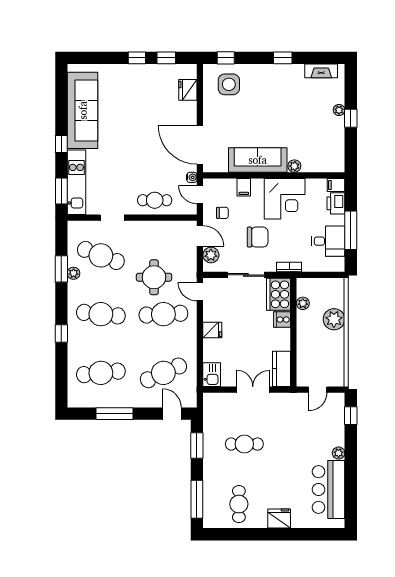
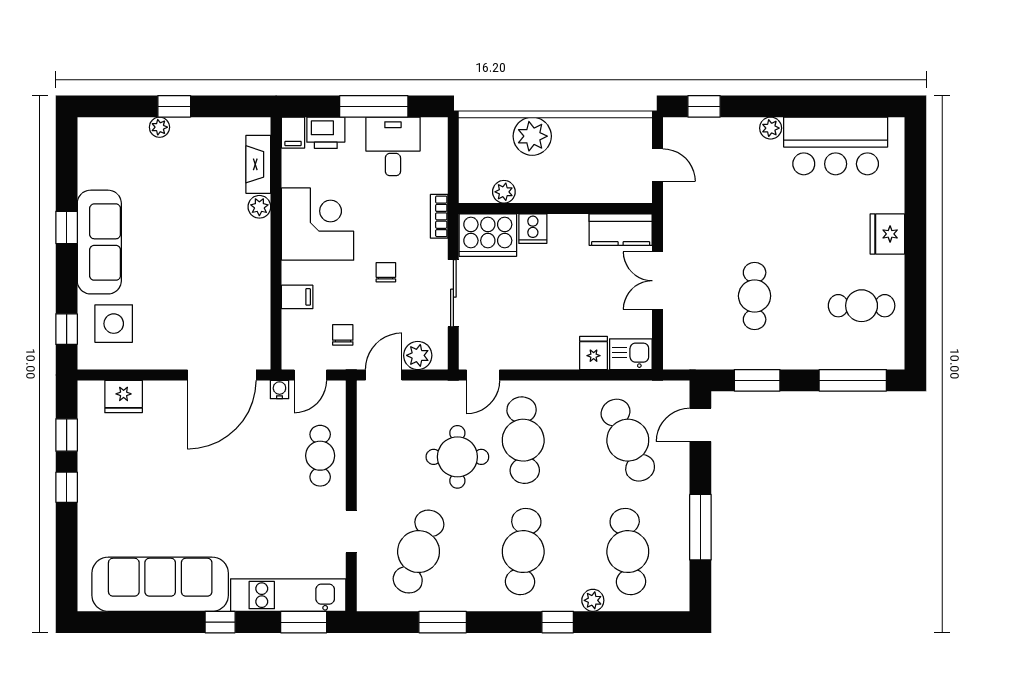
fireplace: (321, 71) -> (258, 164), moved, turned 180
sofa: (258, 160) -> (99, 242), moved, turned 180
chair: (258, 237) -> (386, 272), width x0.54, depth x0.54
plant: (74, 273) -> (593, 600), moved
fridge: (212, 330) -> (594, 353), moved

